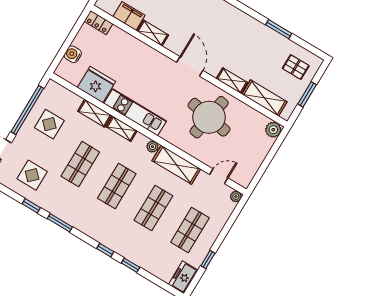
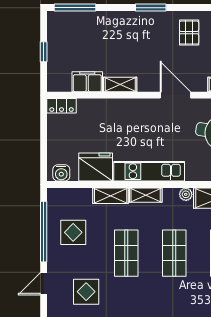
pallet: (229, 25) -> (189, 33), added
water cooler: (73, 54) -> (61, 173), moved, turned -90

